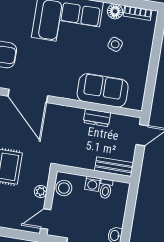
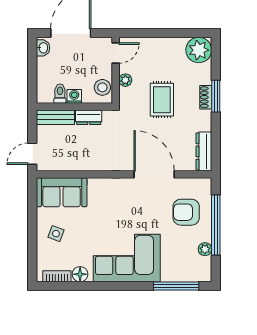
side table: (115, 44) -> (56, 234), moved
sofa: (103, 90) -> (62, 192), moved
dresser: (97, 118) -> (89, 117), moved, turned 180

